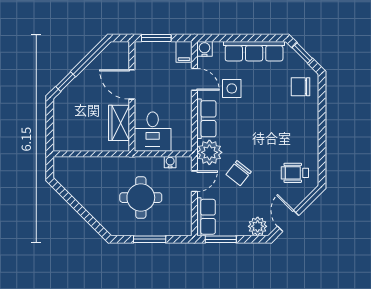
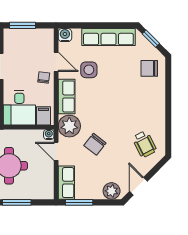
filing cabinet: (184, 52) -> (43, 116), moved, turned 180
chair: (180, 97) -> (44, 77), added
water cooler: (170, 162) -> (49, 134), moved
wheelchair: (295, 173) -> (144, 144), turned -117
door: (194, 181) -> (56, 151), swing flipped

